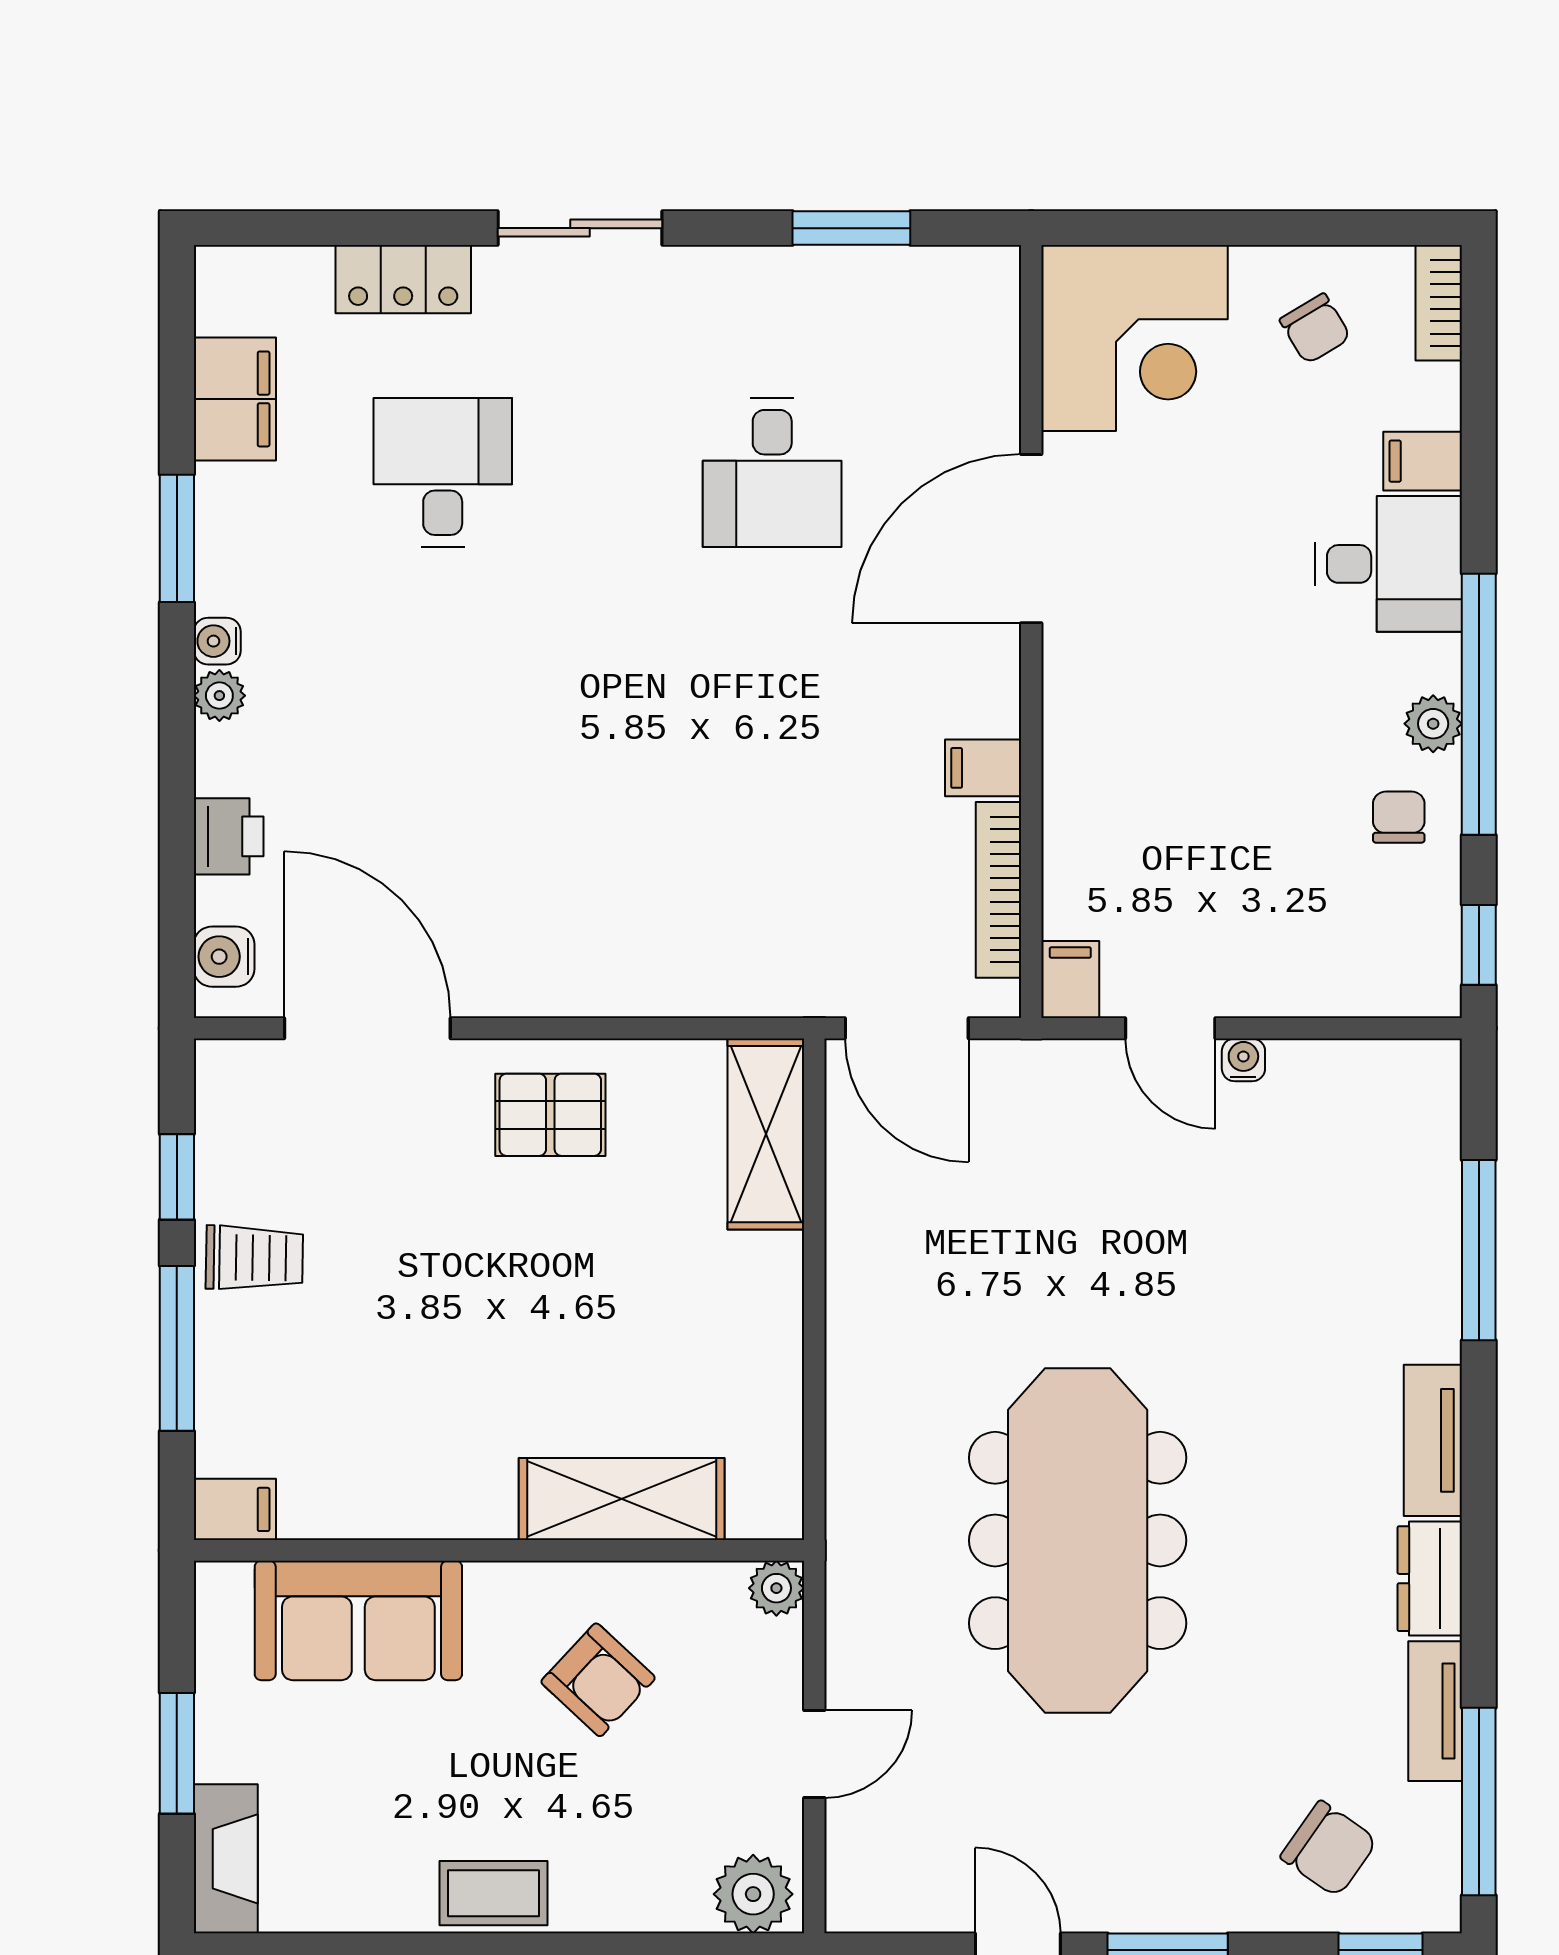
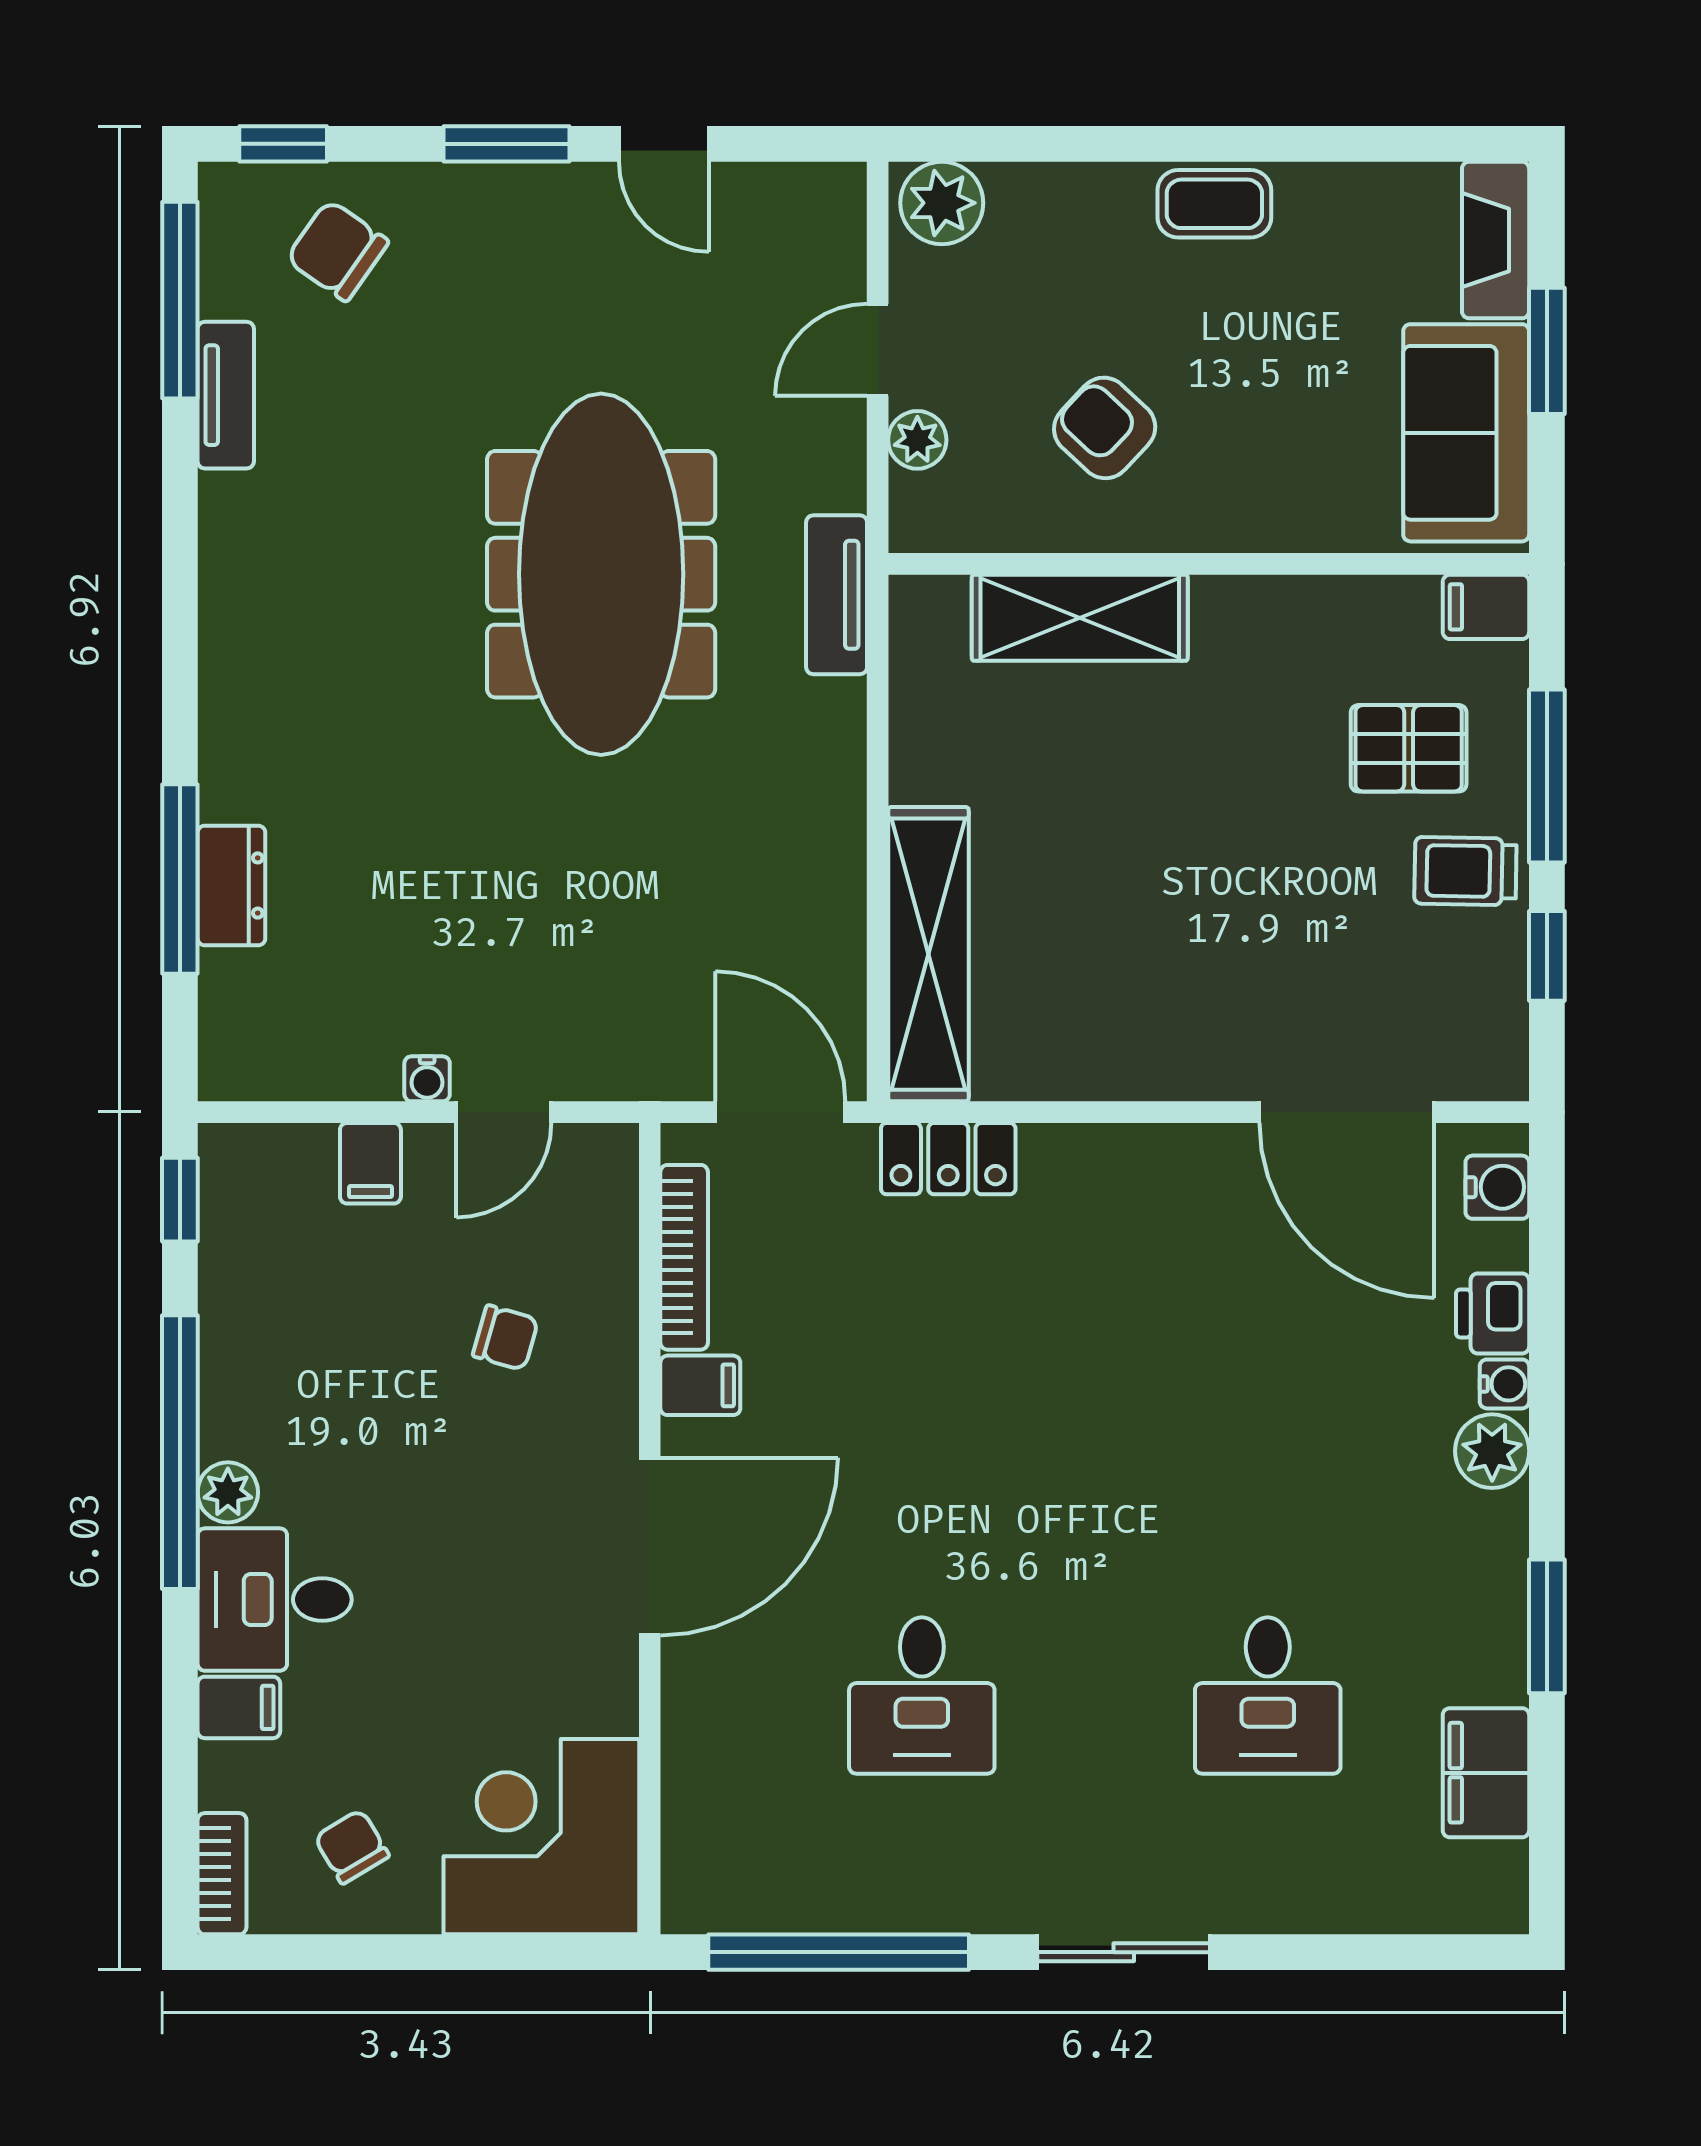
window: (851, 228) -> (839, 1952), width x2.11
locker: (403, 279) -> (948, 1159), moved, turned 180
desk: (772, 472) -> (922, 1696), turned 180
door: (1031, 539) -> (650, 1546), moved
water cooler: (217, 641) -> (1504, 1384), moved
plant: (219, 696) -> (1492, 1451), width x1.38, depth x1.38
plant: (1433, 724) -> (228, 1492), moved
chair: (1399, 817) -> (506, 1338), moved, turned -74
filing cabinet: (1070, 979) -> (370, 1163), moved
door: (1170, 1028) -> (504, 1112), swing flipped
pallet: (550, 1115) -> (1409, 748), moved
shelving: (766, 1134) -> (928, 954), width x1.47
tv unit: (1433, 1440) -> (837, 595), moved, turned 180
dresser: (1430, 1579) -> (231, 886), moved
plant: (776, 1588) -> (917, 440), moved
sofa: (358, 1620) -> (1466, 433), moved, turned -90

